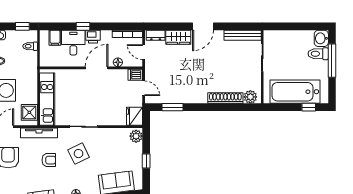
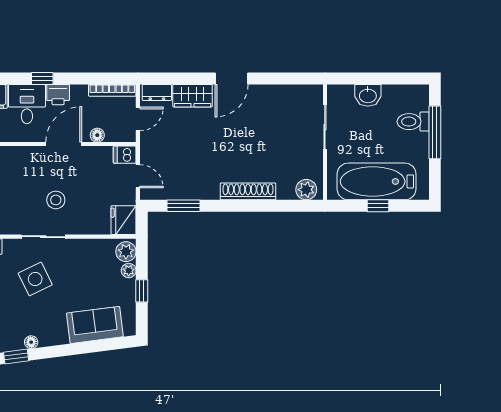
bench: (243, 35) -> (294, 92), removed
washbasin: (321, 38) -> (368, 95), moved, turned -90
door: (144, 52) -> (138, 119), swing flipped
shoe rack: (225, 98) -> (248, 191), moved
stool: (92, 103) -> (56, 200), added
window: (309, 107) -> (378, 206), moved
plant: (138, 148) -> (129, 271), added

